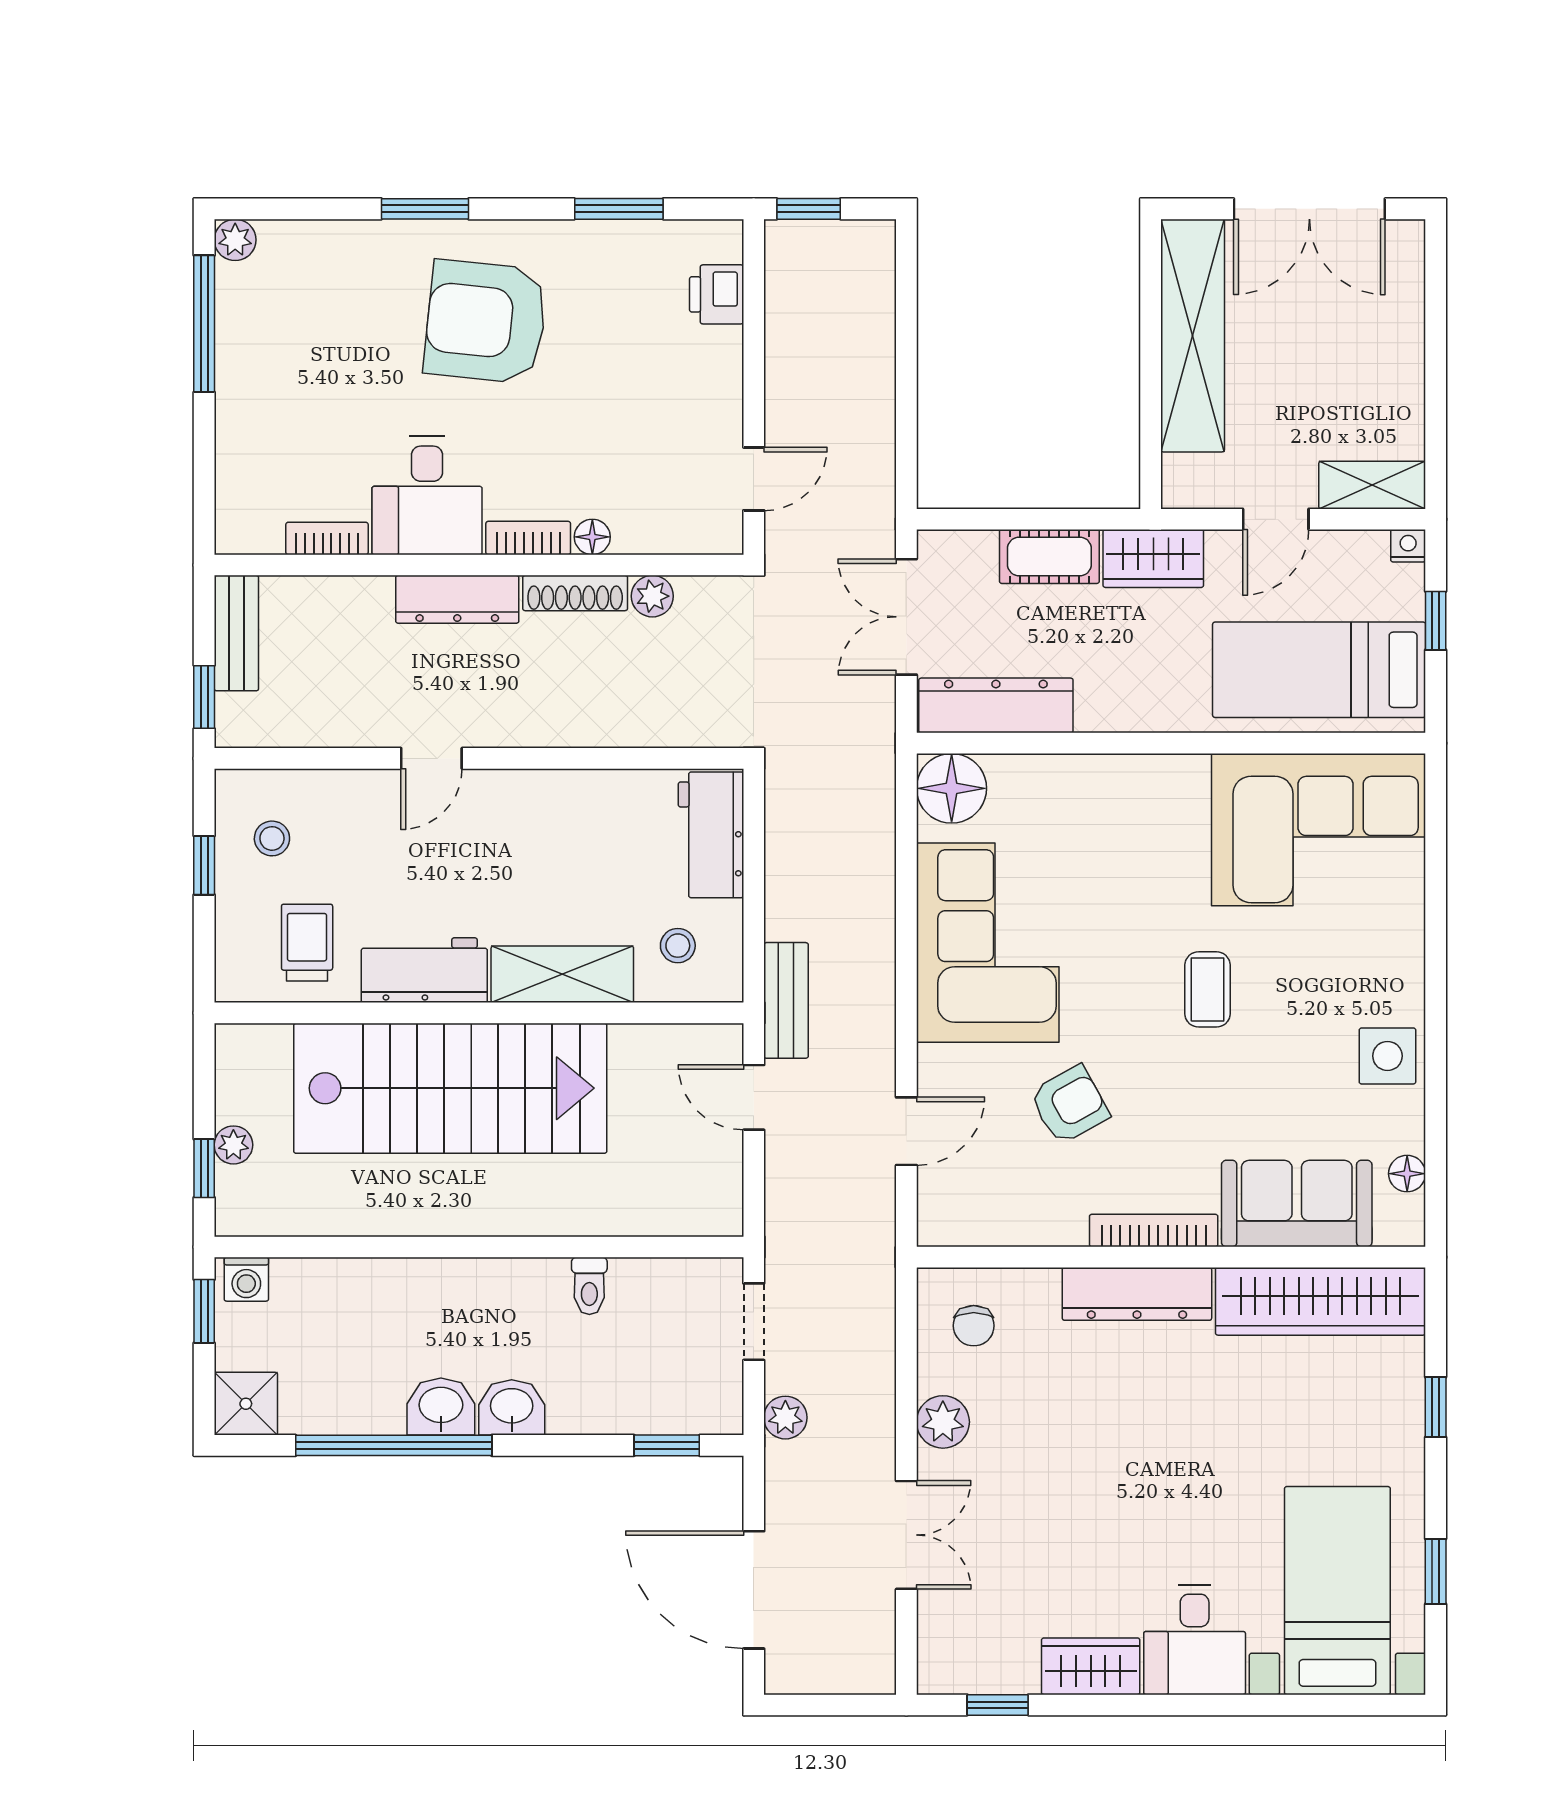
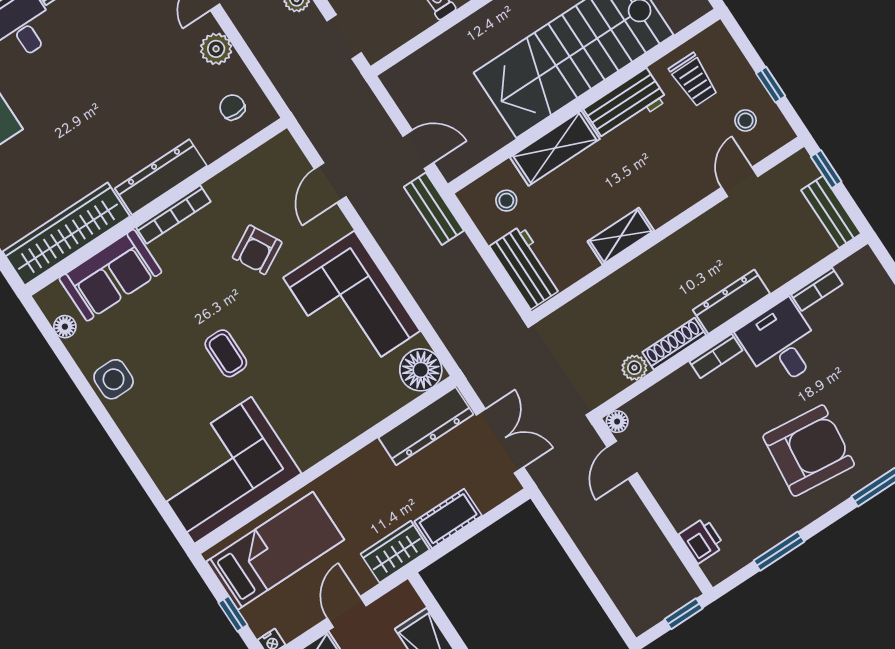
floor lamp: (592, 537) -> (617, 422), moved
door: (431, 758) -> (740, 182), moved
shelving: (551, 792) -> (621, 236), added

